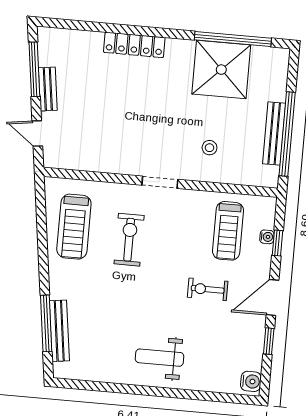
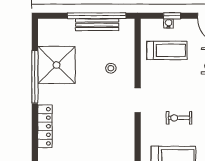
window: (233, 39) -> (35, 77), moved
exercise bike: (129, 240) -> (179, 118), width x0.73, depth x0.72

